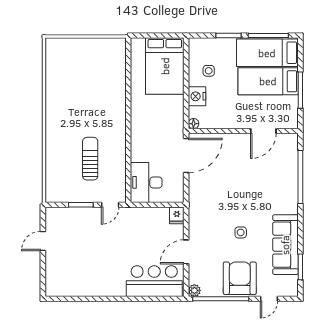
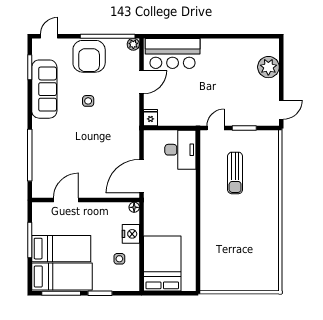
door: (43, 241) -> (281, 110), moved
plant: (56, 267) -> (268, 67), added
door: (269, 299) -> (49, 36), moved

